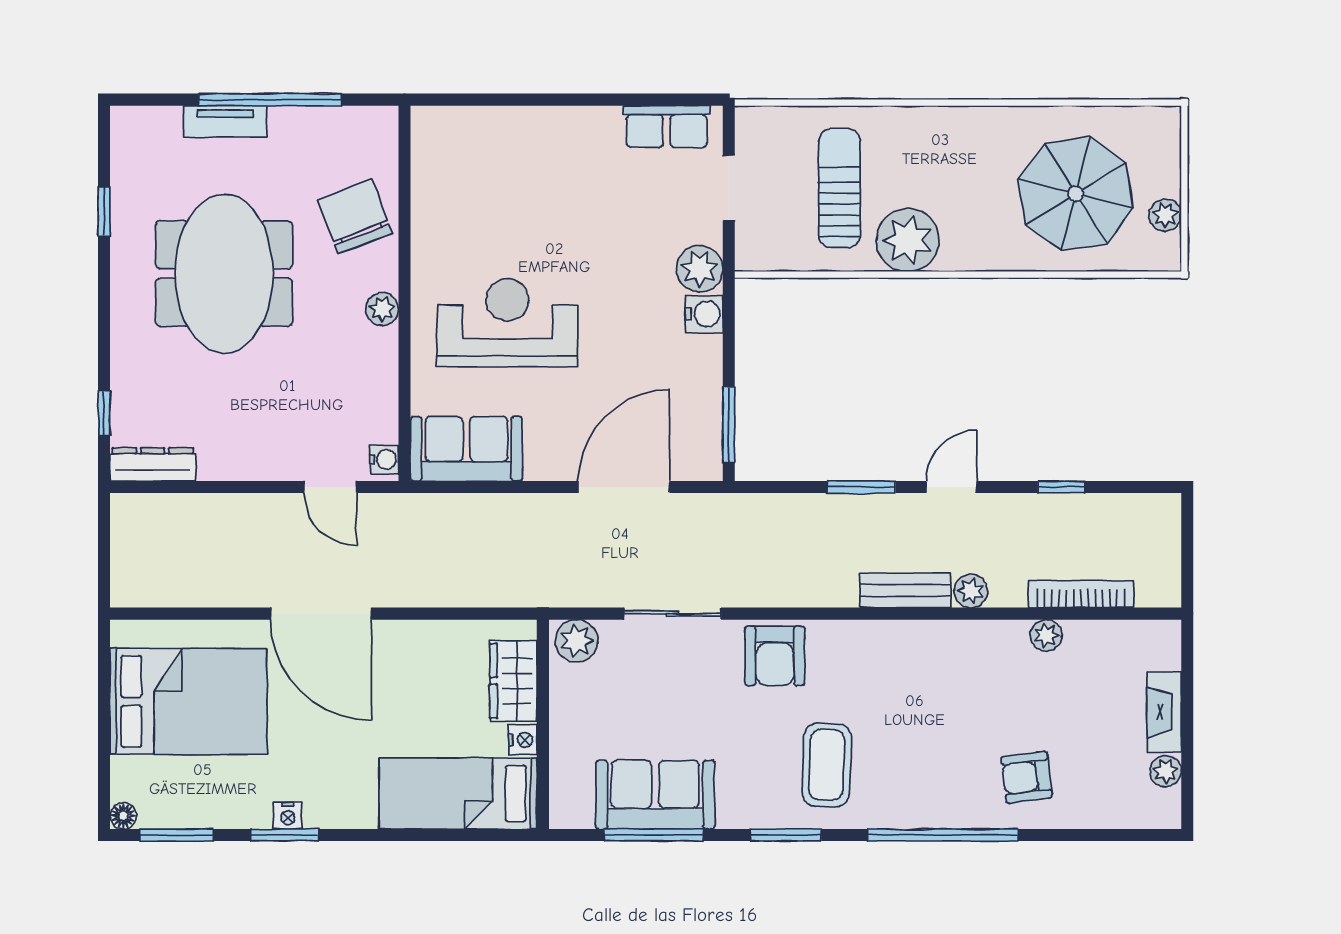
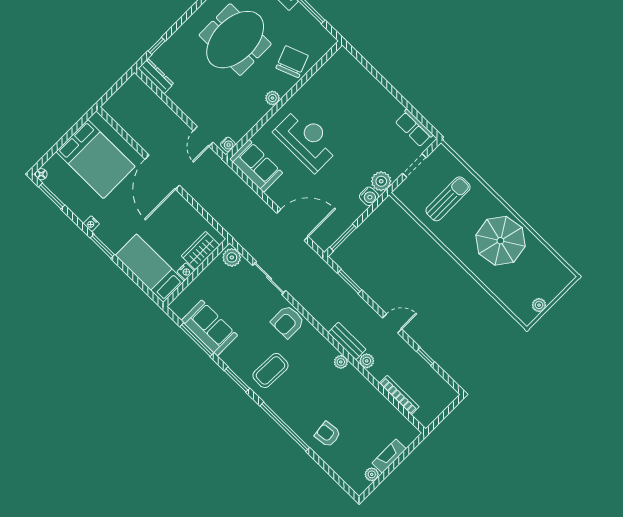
parasol: (1076, 194) -> (500, 241), moved
plant: (908, 240) -> (453, 235), removed
window: (862, 487) -> (350, 281), moved
plant: (1046, 635) -> (341, 362), moved
window: (284, 835) -> (102, 246), moved

